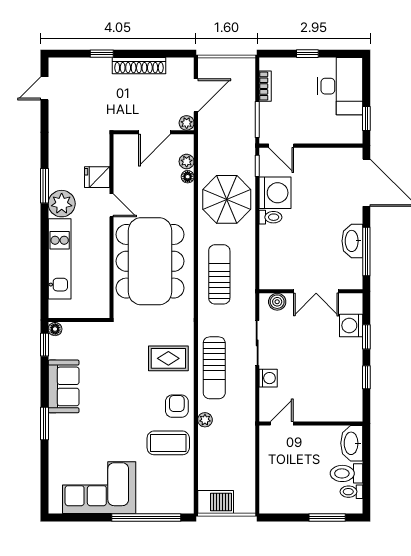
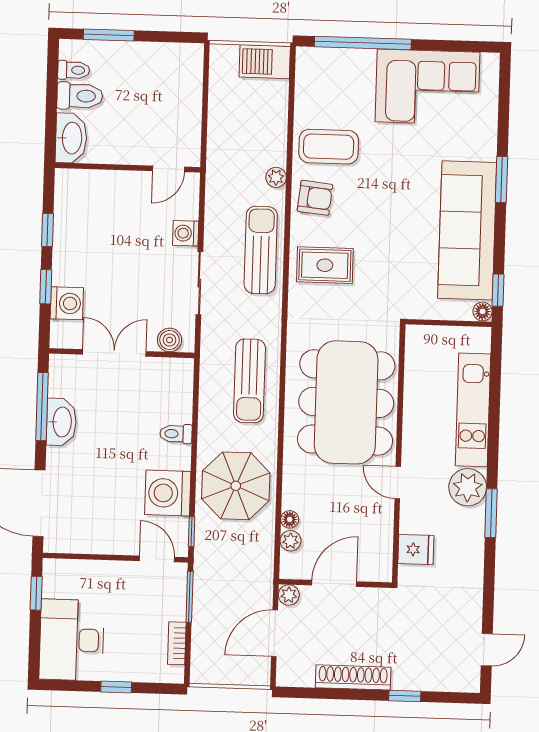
fridge: (97, 177) -> (416, 550), moved
toilet: (270, 217) -> (176, 434), moved
sofa: (64, 386) -> (467, 230), width x1.85, depth x1.27
armchair: (177, 406) -> (315, 198), turned -84

